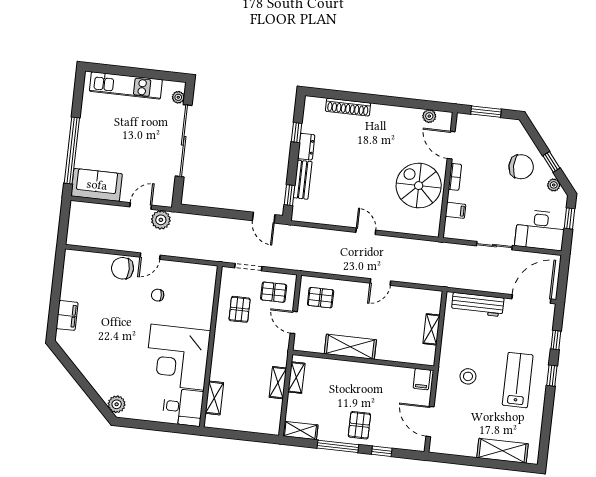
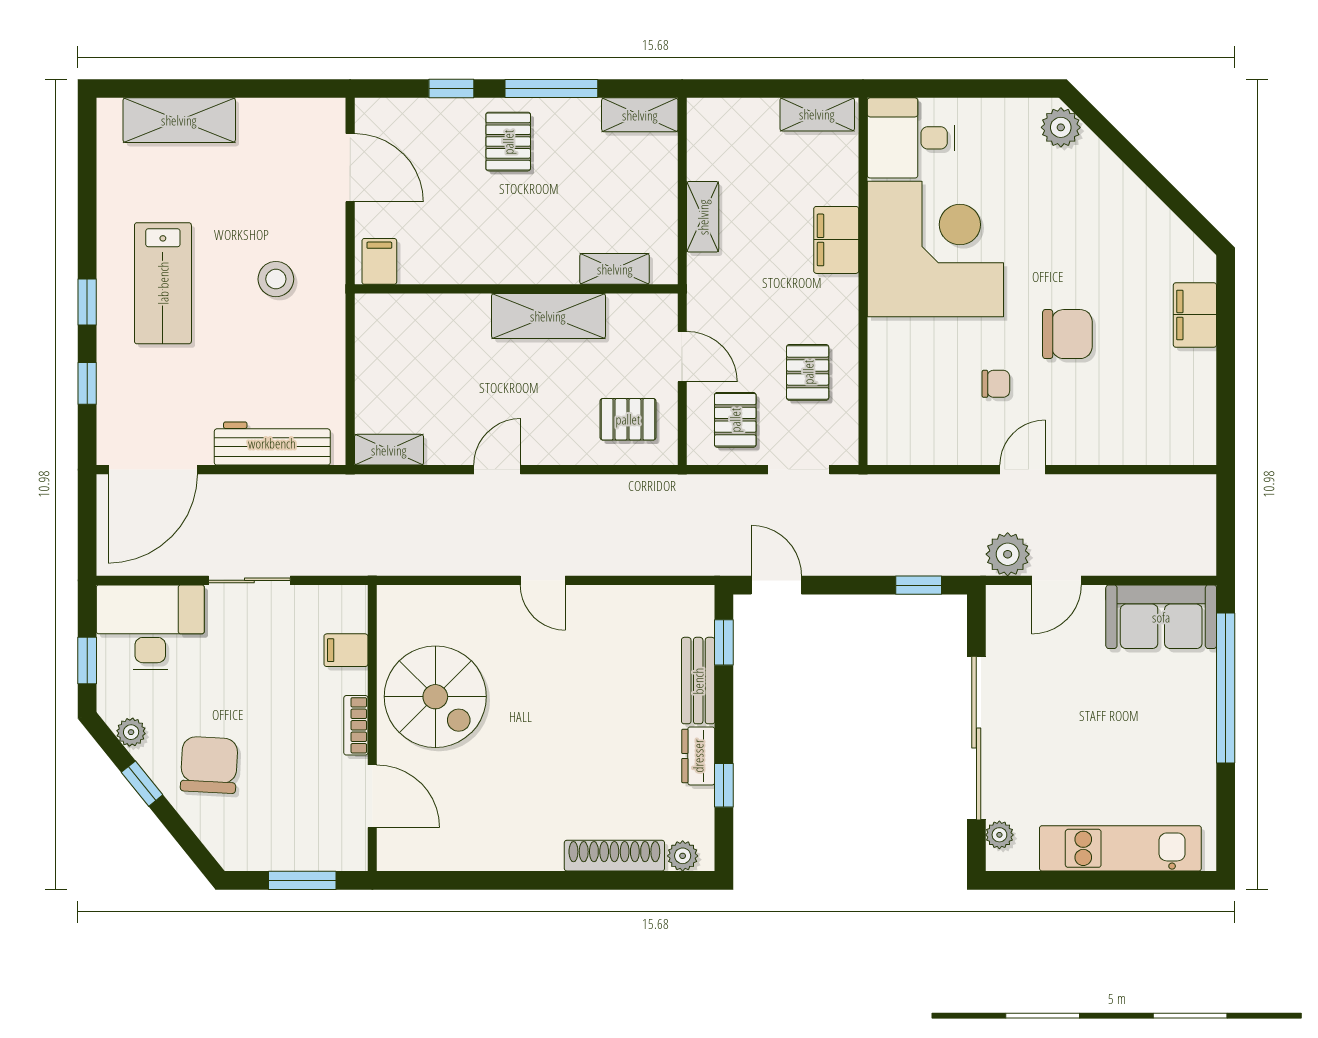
plant: (429, 116) -> (683, 856), moved
chair: (521, 167) -> (209, 765), turned 93
window: (201, 211) -> (919, 585), added
chair: (123, 268) -> (1067, 334), moved
pallet: (274, 292) -> (735, 420), turned 90
shelving: (431, 329) -> (389, 450), moved, turned 90
filing cabinet: (221, 366) -> (836, 240), added
shelving: (296, 378) -> (615, 269), moved, turned 90
shelving: (214, 398) -> (817, 114), moved, turned 90

